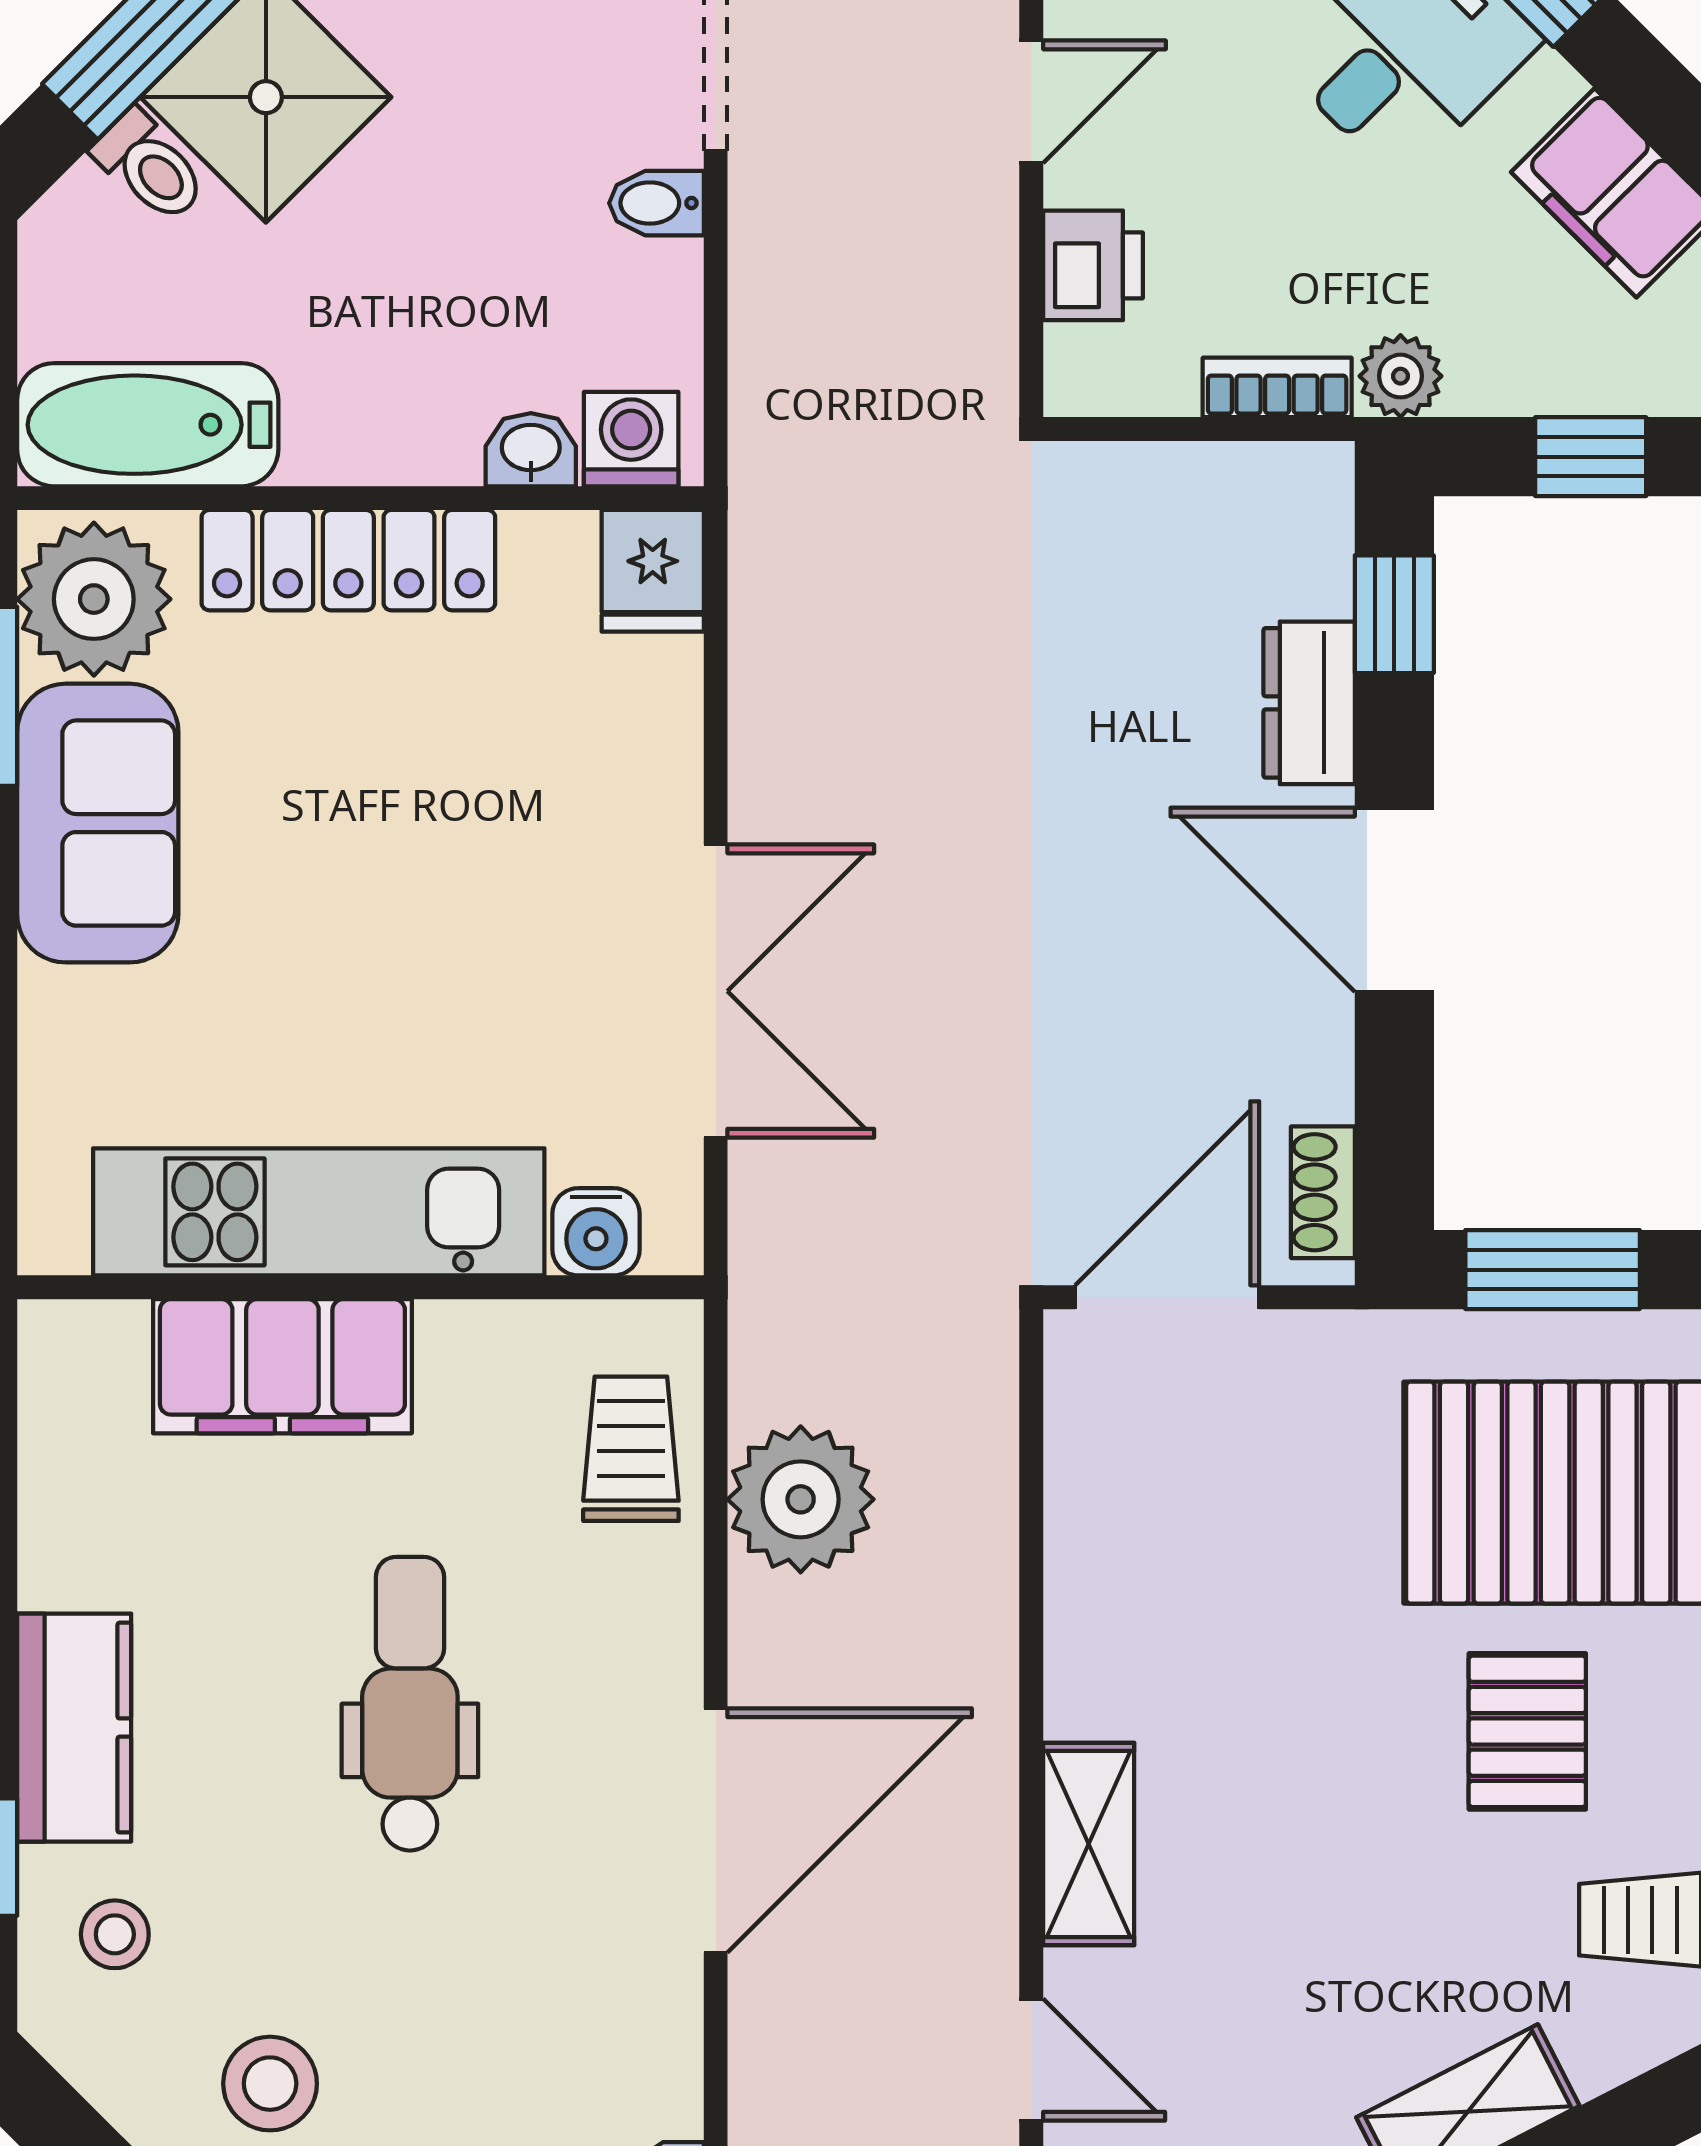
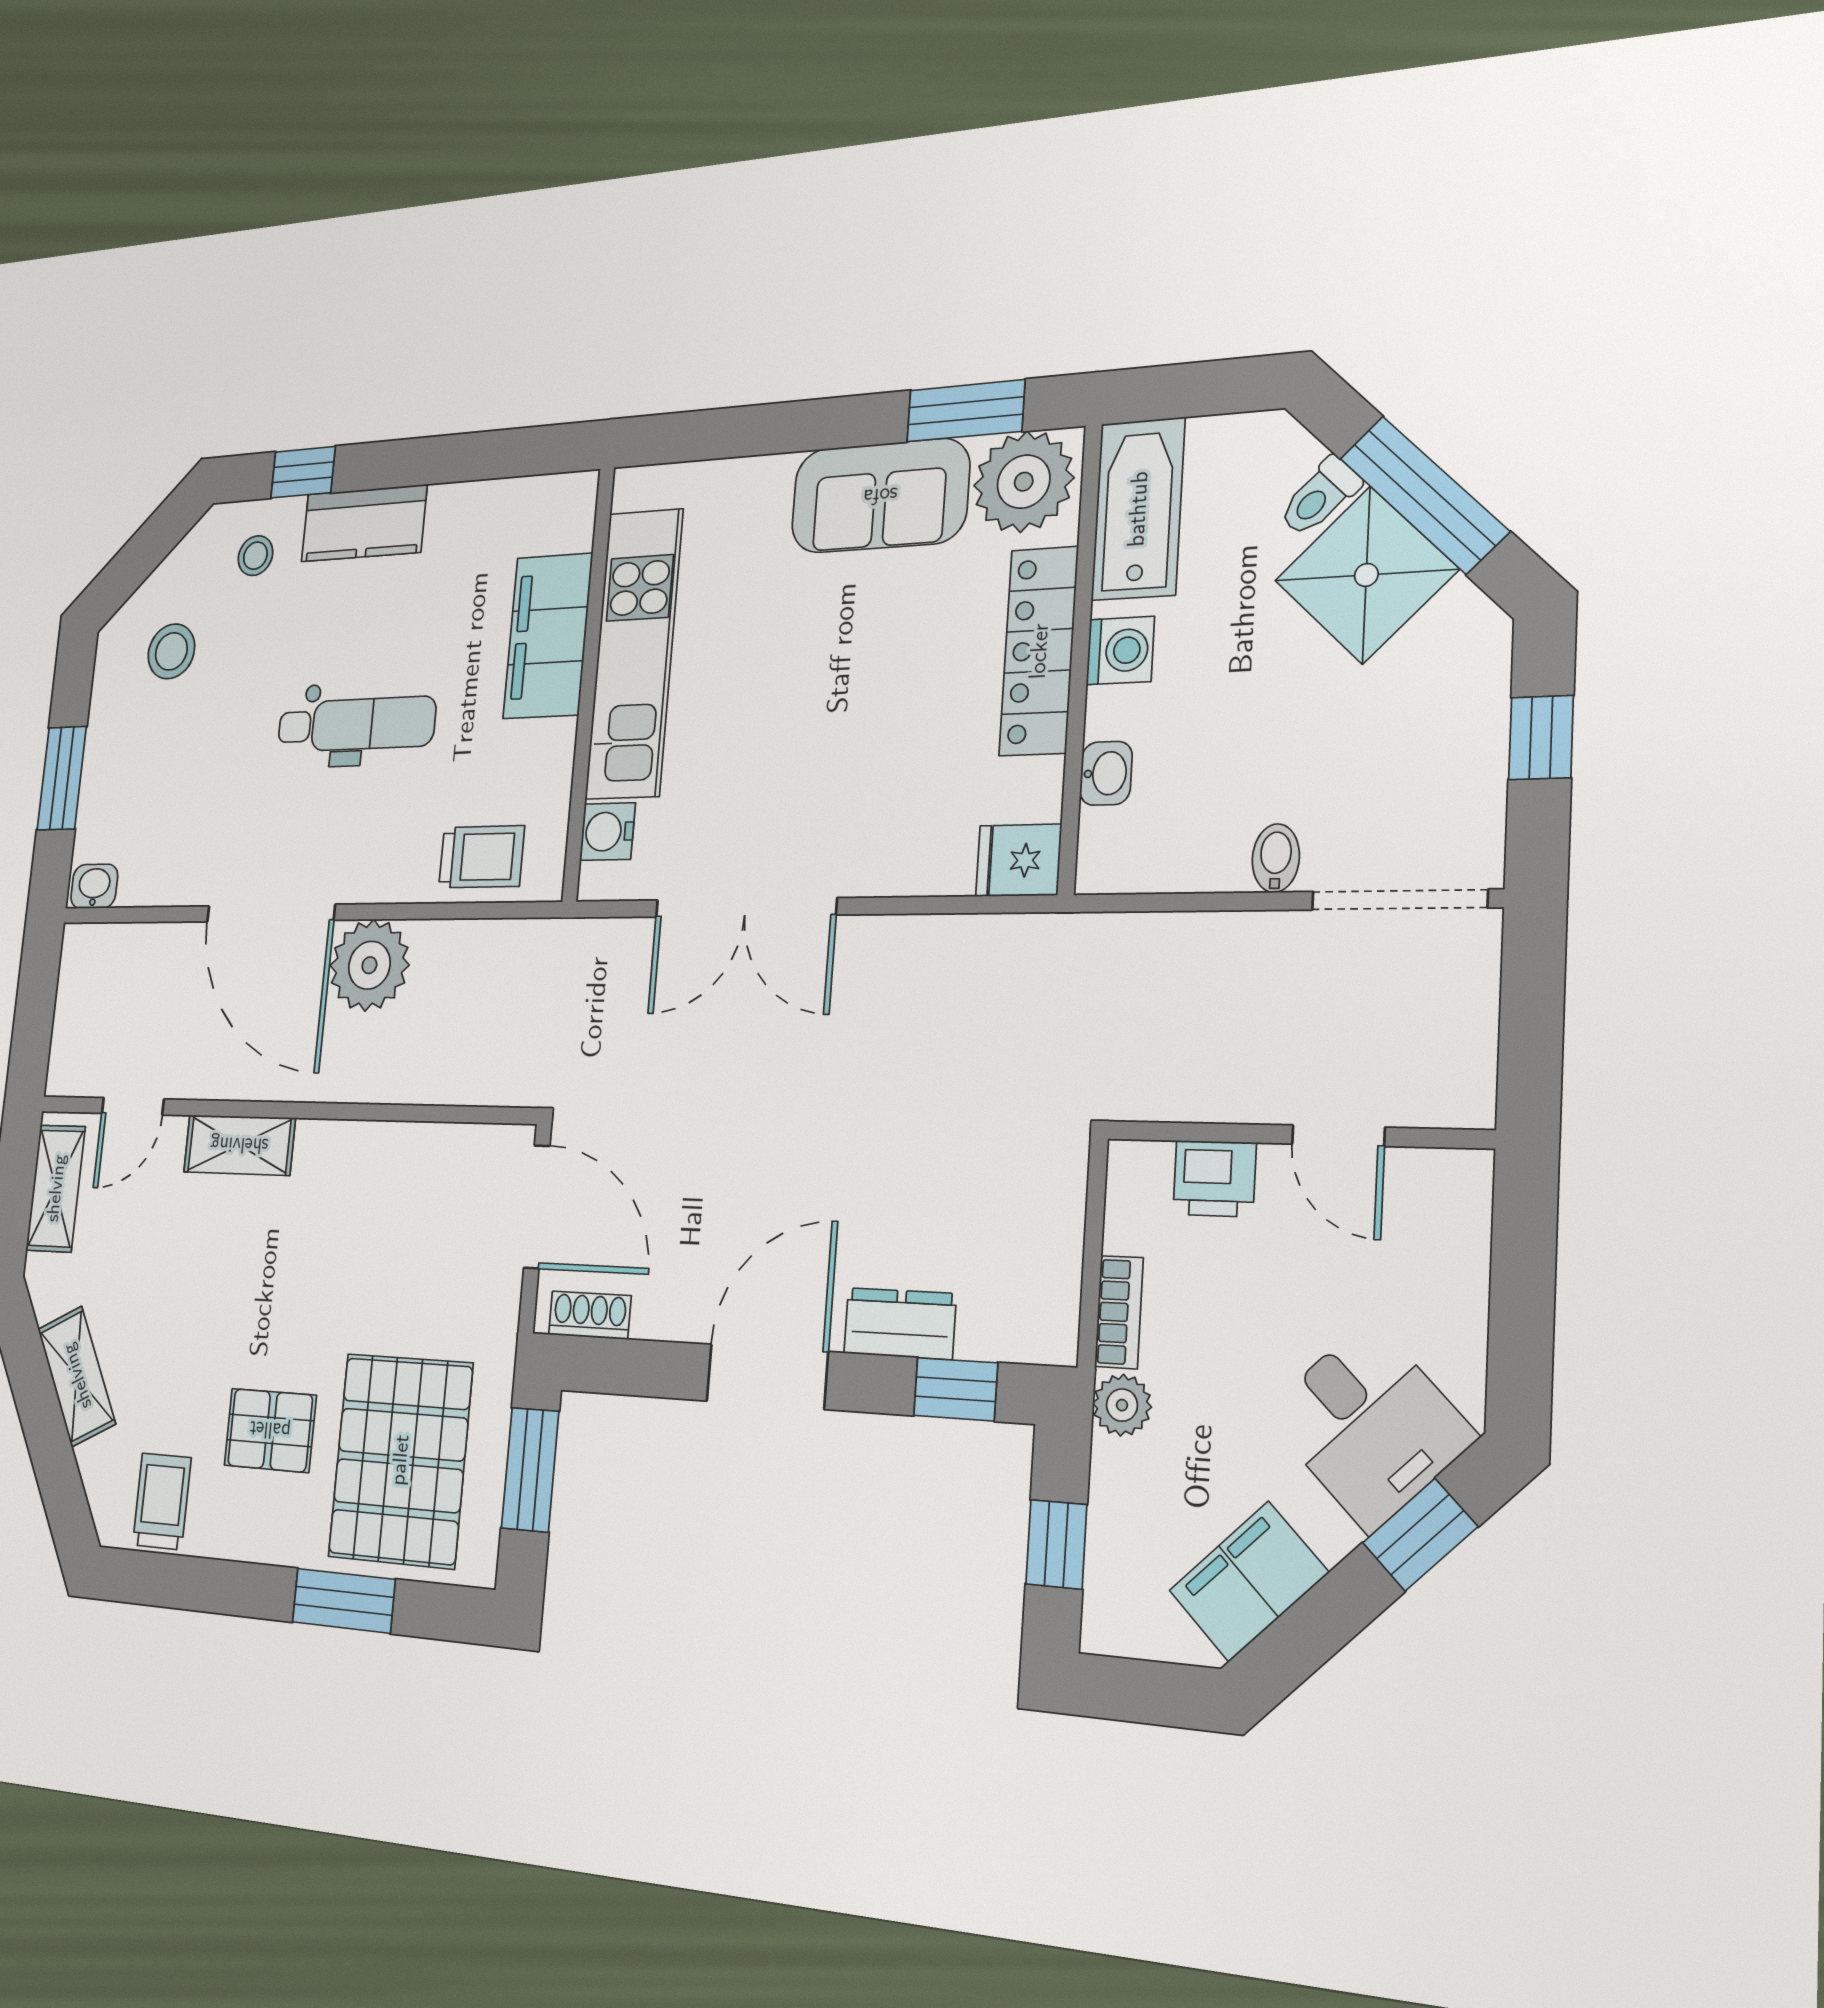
washing machine: (631, 439) -> (1120, 651), moved
plant: (801, 1499) -> (369, 965), moved

